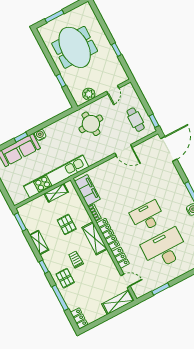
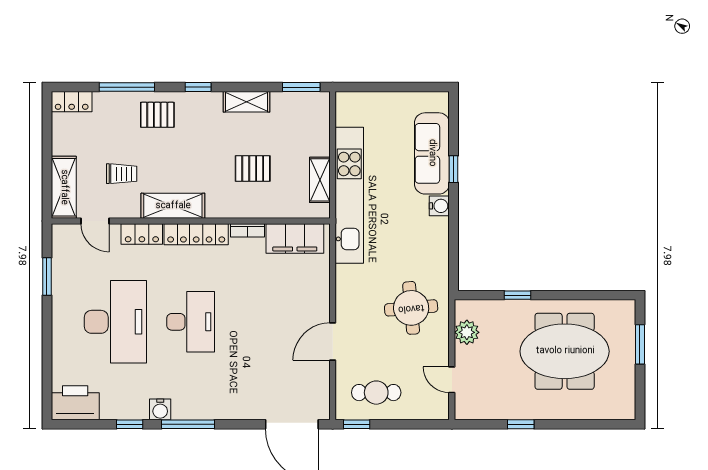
shelving: (95, 238) -> (173, 206), moved
trolley: (76, 260) -> (122, 174), moved
door: (126, 281) -> (95, 221), hinge flipped

